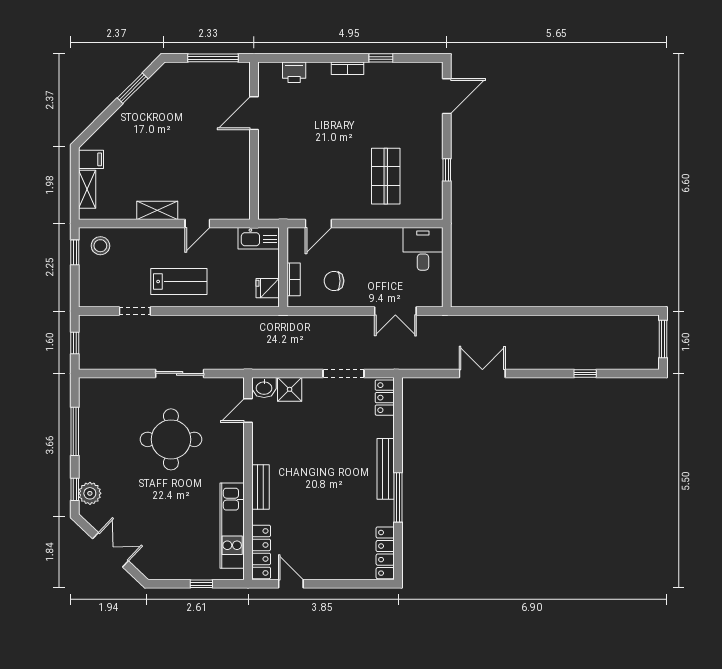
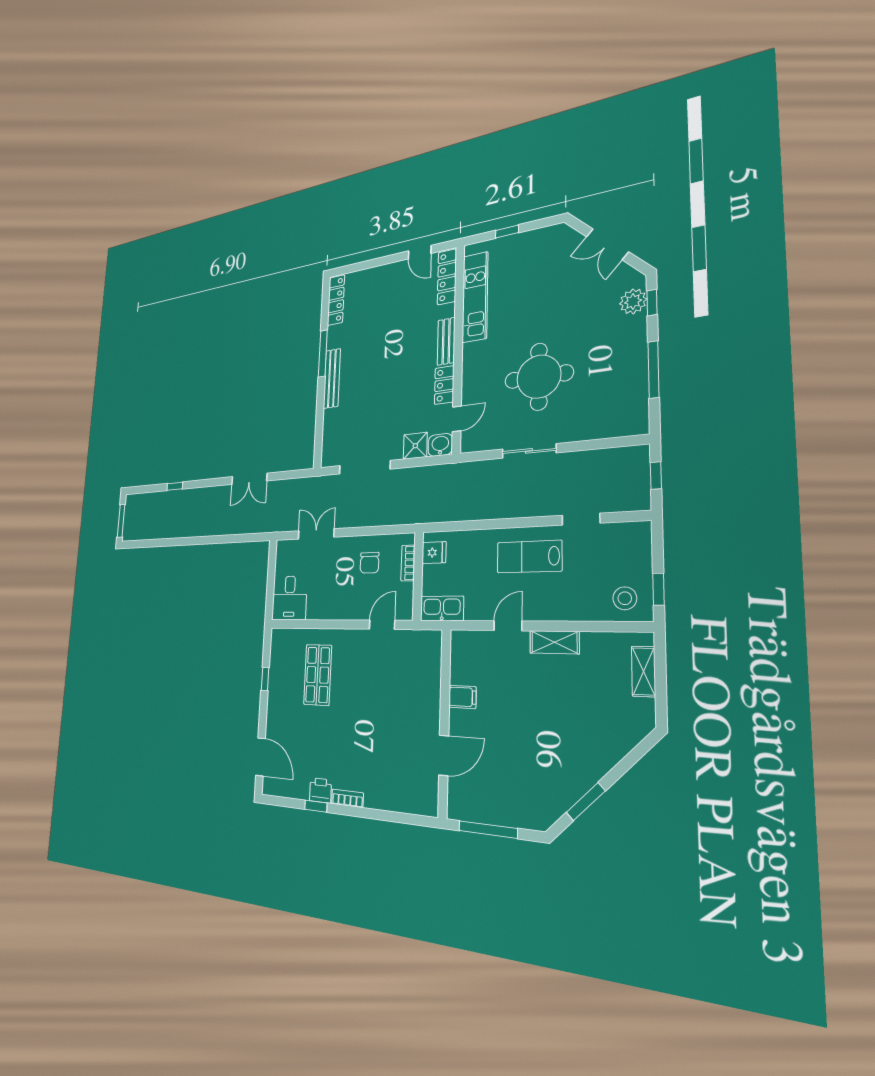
printer: (294, 72) -> (320, 790), moved
door: (447, 96) -> (261, 757), swing flipped
filing cabinet: (91, 159) -> (462, 697), moved, turned 180
chair: (334, 281) -> (370, 563), turned 90
doorway: (344, 373) -> (365, 467), width x1.36
locker: (385, 398) -> (444, 385), moved, turned 180

